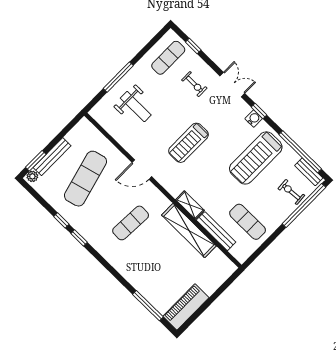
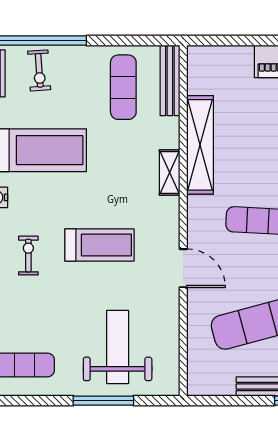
exercise bike: (194, 84) -> (28, 256), moved
weight bench: (136, 107) -> (118, 347), width x1.36, depth x1.33
bench: (216, 231) -> (170, 80), moved

